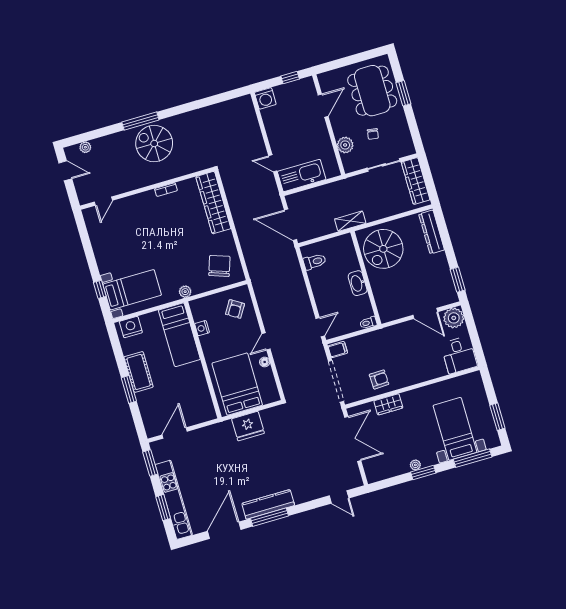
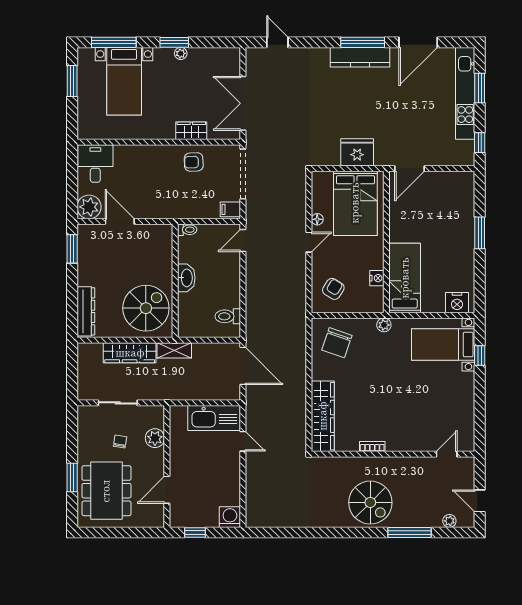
window: (140, 121) -> (410, 532), moved
wardrobe: (416, 181) -> (130, 353), moved, turned 90
cot: (139, 372) -> (463, 249), removed
door: (175, 433) -> (409, 169), moved
window: (150, 463) -> (480, 143), width x0.67

